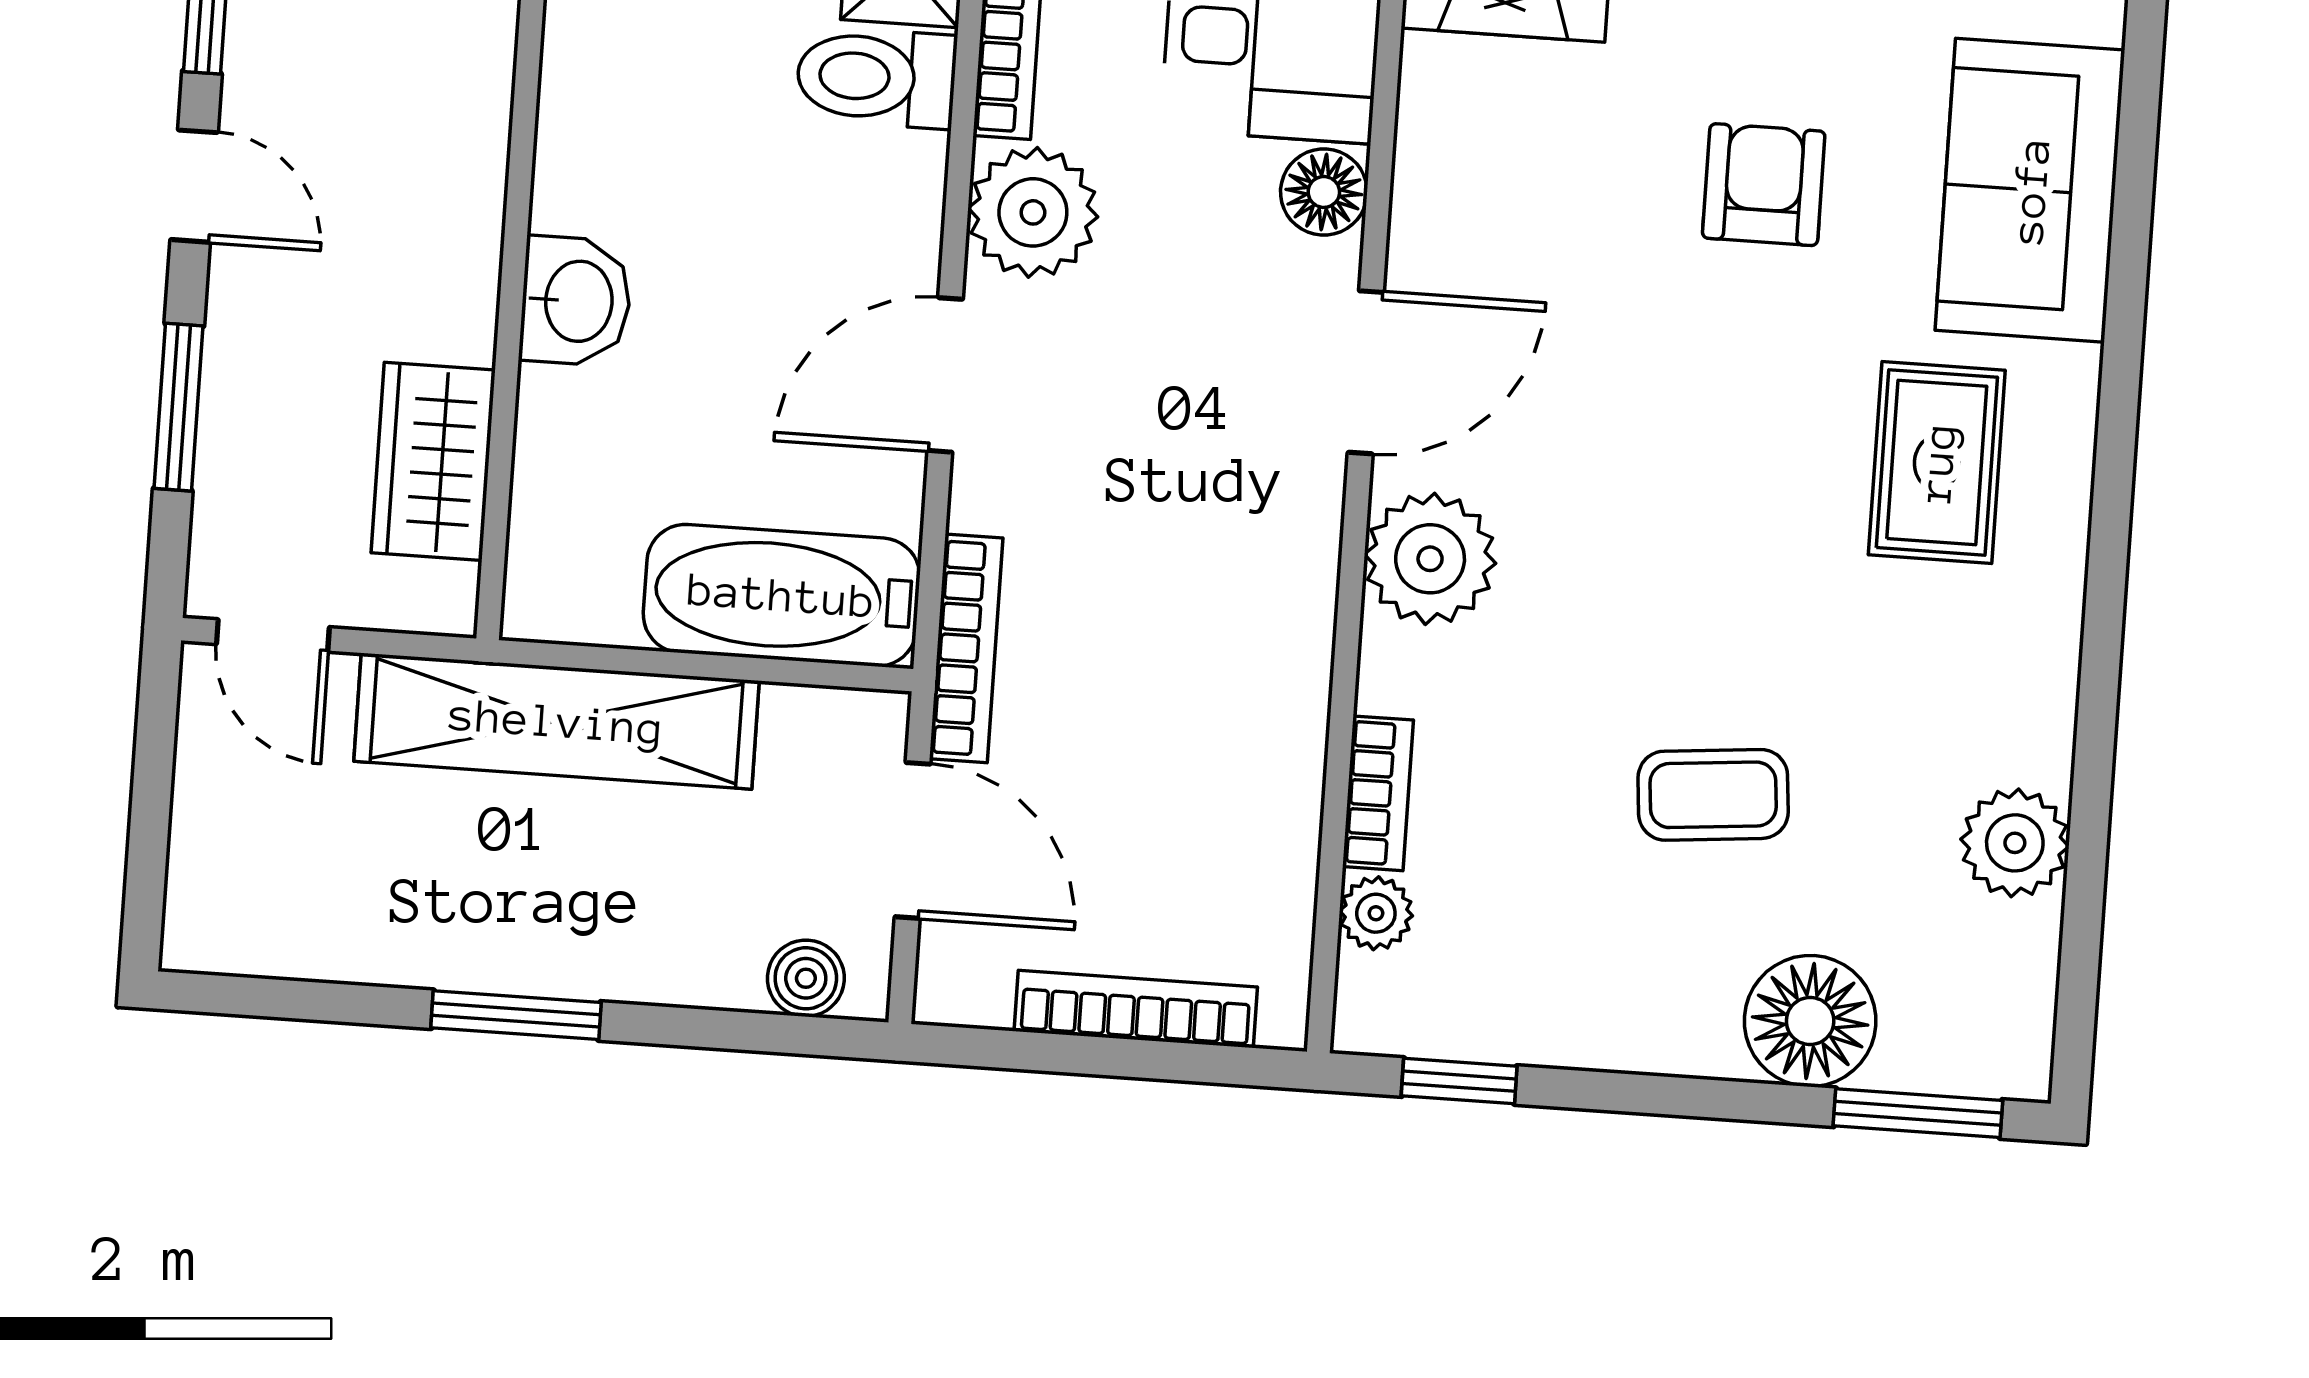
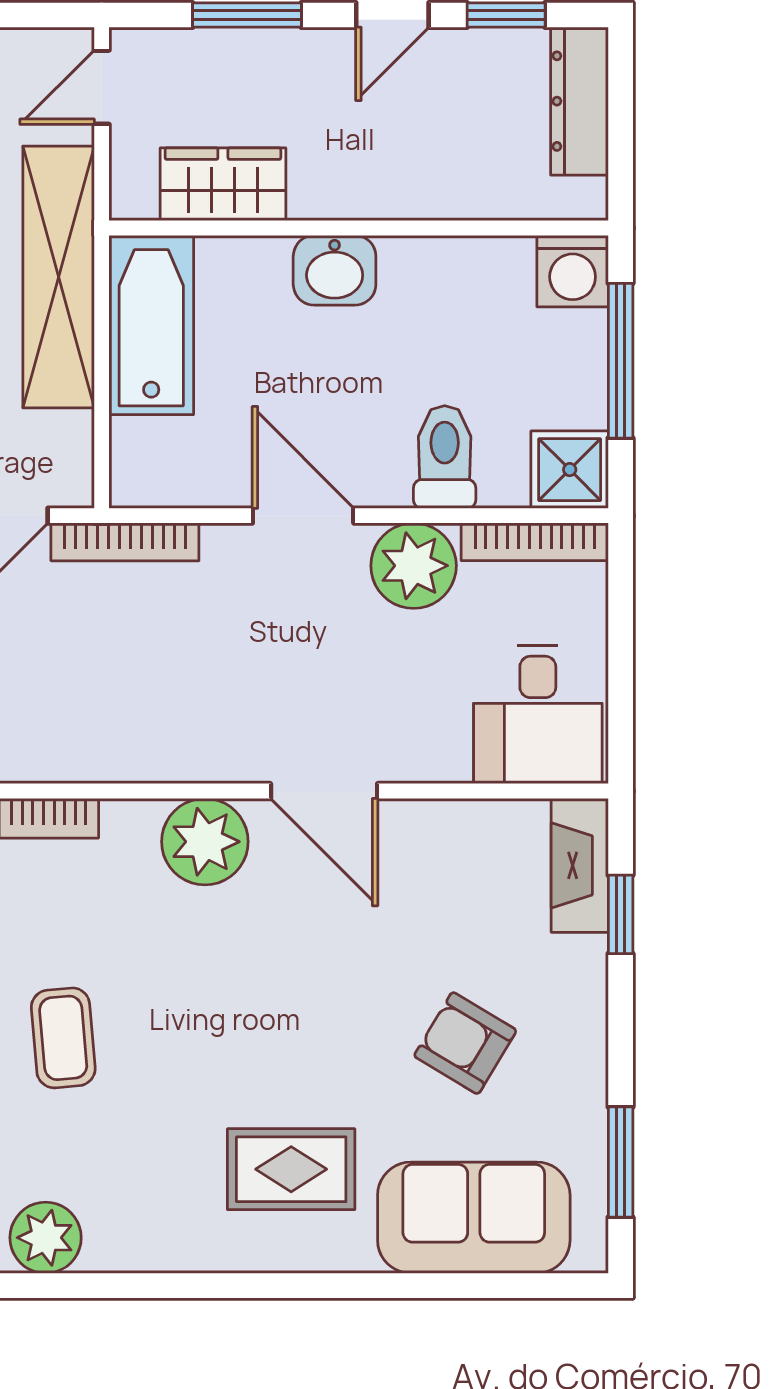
toilet: (876, 77) -> (445, 457), moved
armchair: (1764, 185) -> (465, 1043), turned -149
floor lamp: (1324, 192) -> (440, 755), removed
bathtub: (782, 595) -> (151, 325), moved

